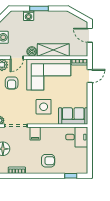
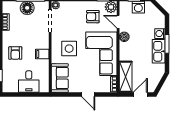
kitchen sink: (46, 17) -> (159, 51), added
shelving: (53, 50) -> (126, 77), moved
door: (90, 76) -> (88, 95), moved
filing cabinet: (35, 134) -> (42, 54), moved
desk: (77, 137) -> (29, 82), moved

